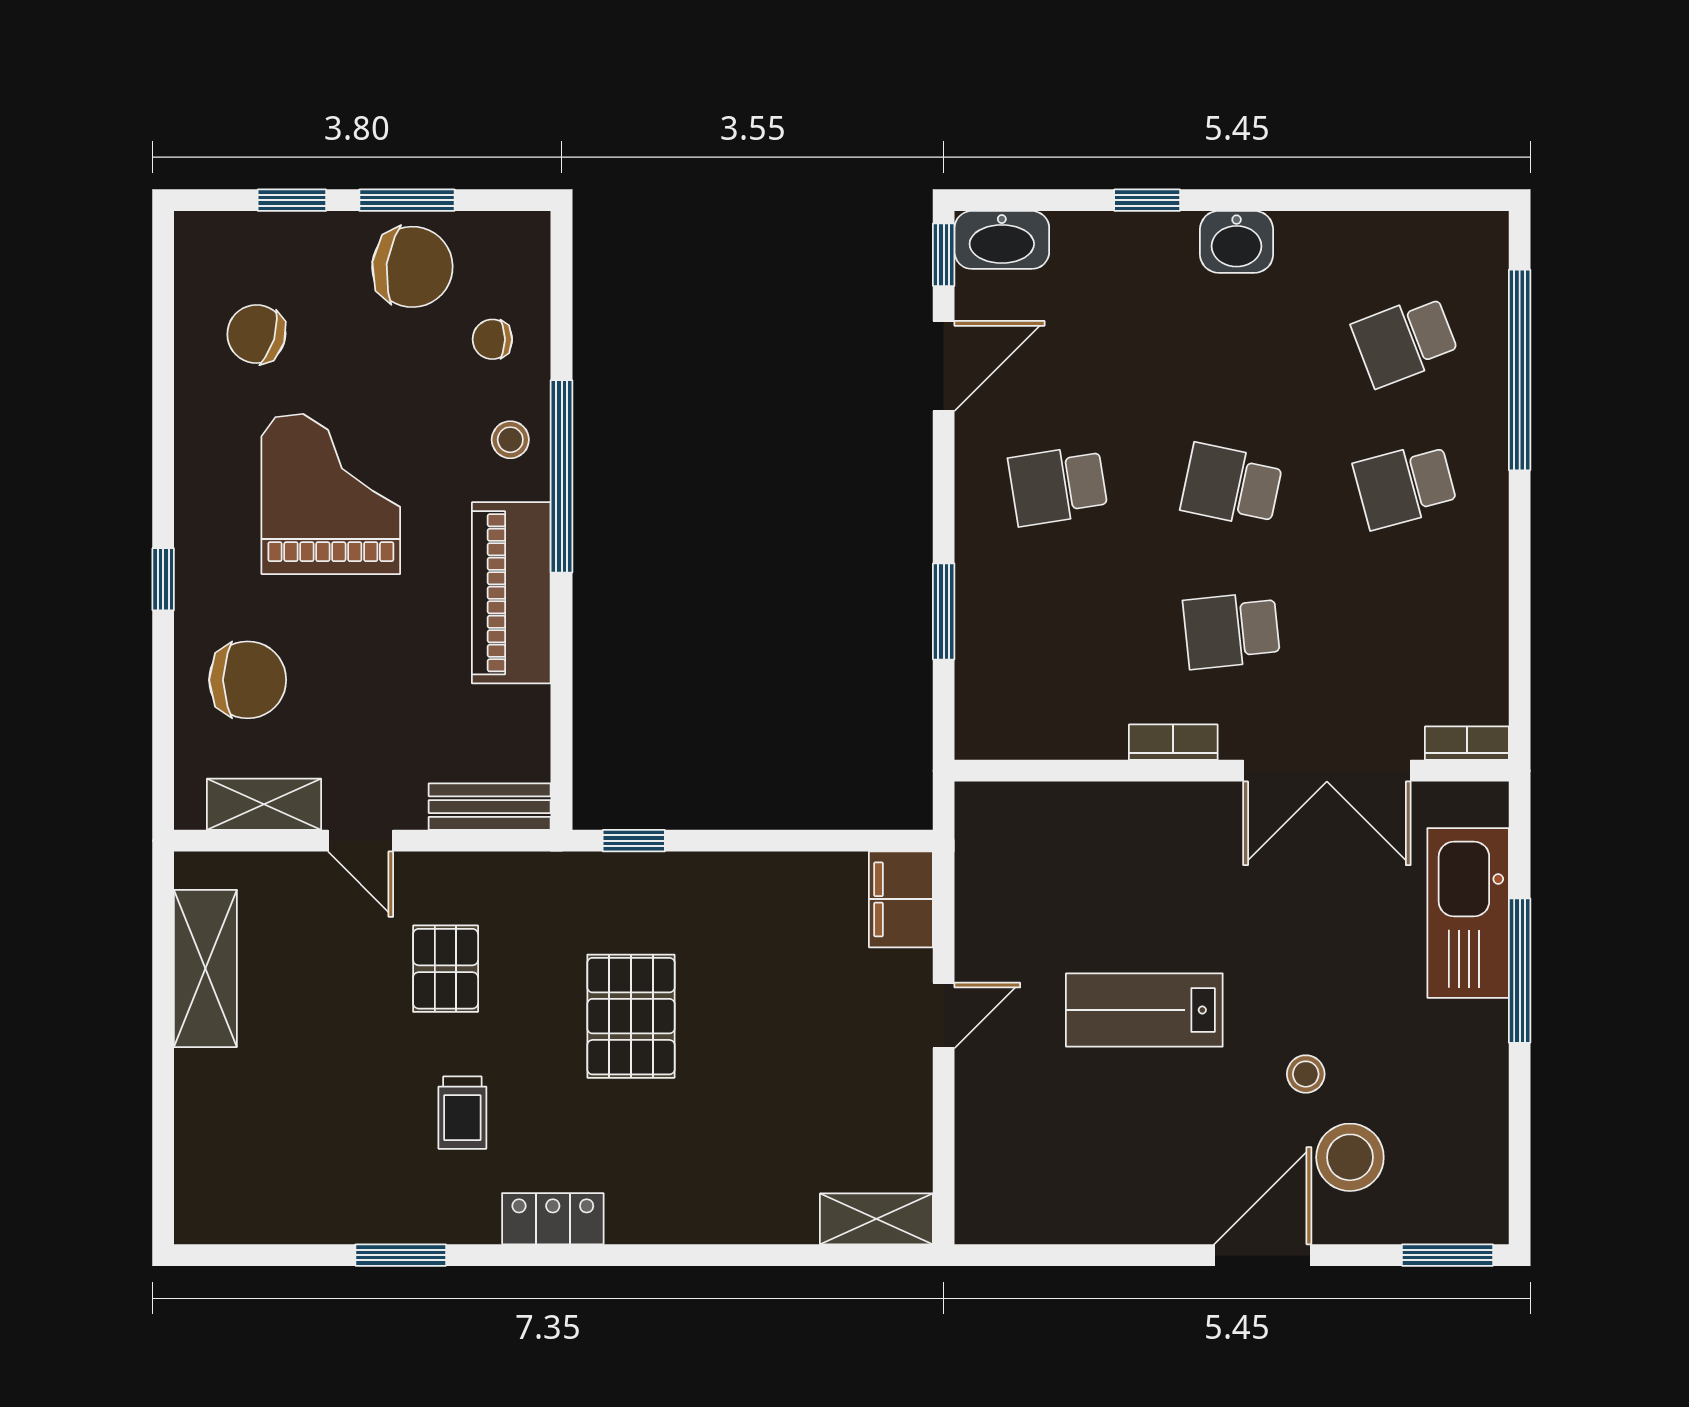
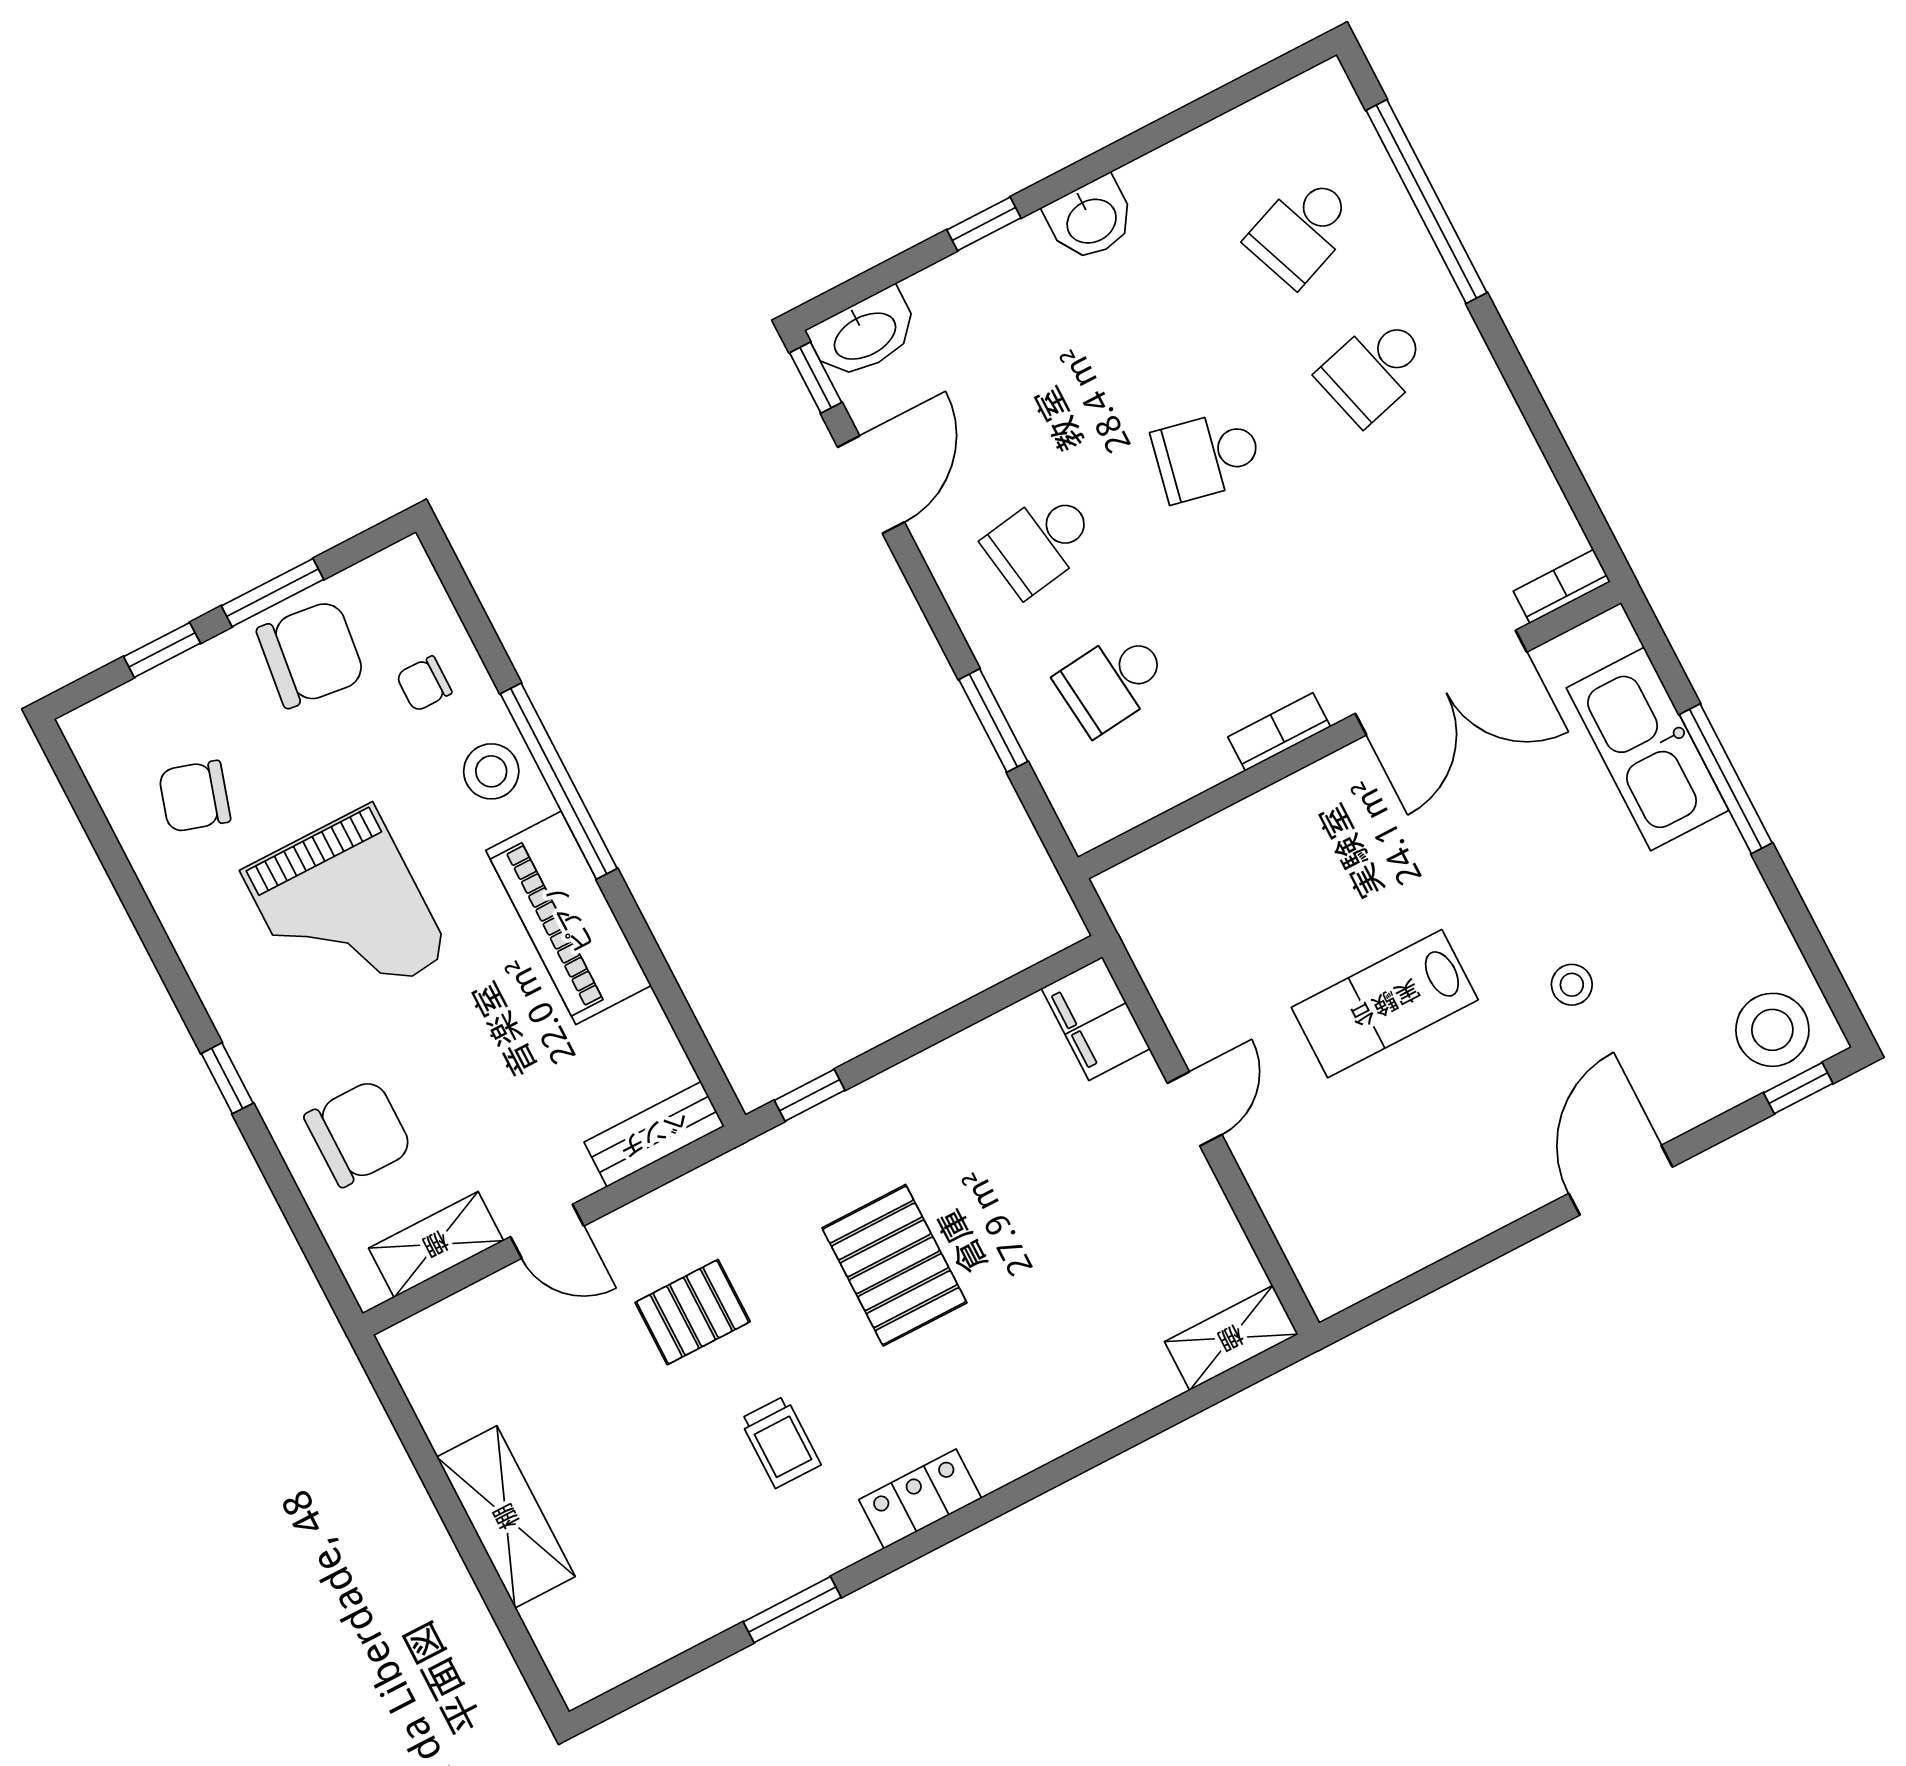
stool: (510, 440) -> (491, 771), width x1.37, depth x1.37
grand piano: (331, 494) -> (346, 913), turned 180
school desk: (1232, 630) -> (1113, 682), moved
shelving: (205, 968) -> (506, 1517), moved
pallet: (446, 969) -> (693, 1312), turned 90
stool: (1350, 1157) -> (1772, 1030), moved
window: (1448, 1255) -> (1798, 1088), width x0.67

